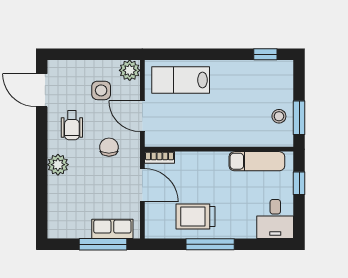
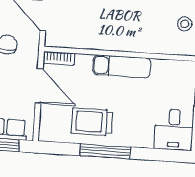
exam couch: (257, 161) -> (122, 66), moved

